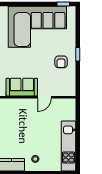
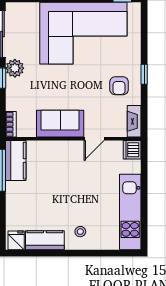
fireplace: (71, 86) -> (134, 121), added
dishwasher: (70, 104) -> (132, 150), added

